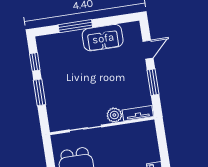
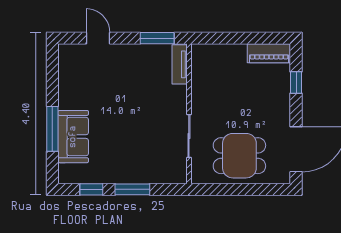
sofa: (103, 38) -> (73, 137), moved
window: (153, 82) -> (157, 38), moved
plant: (114, 115) -> (177, 96), removed

